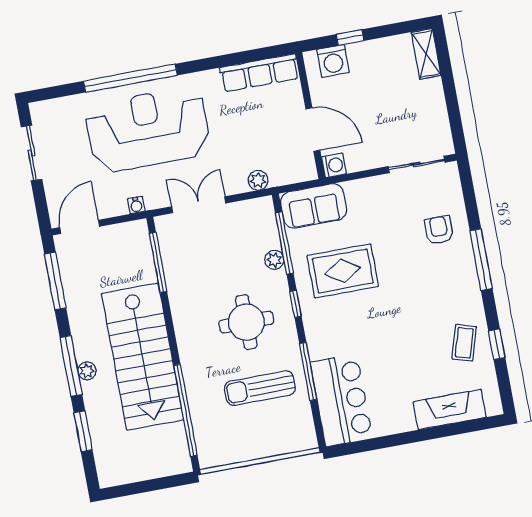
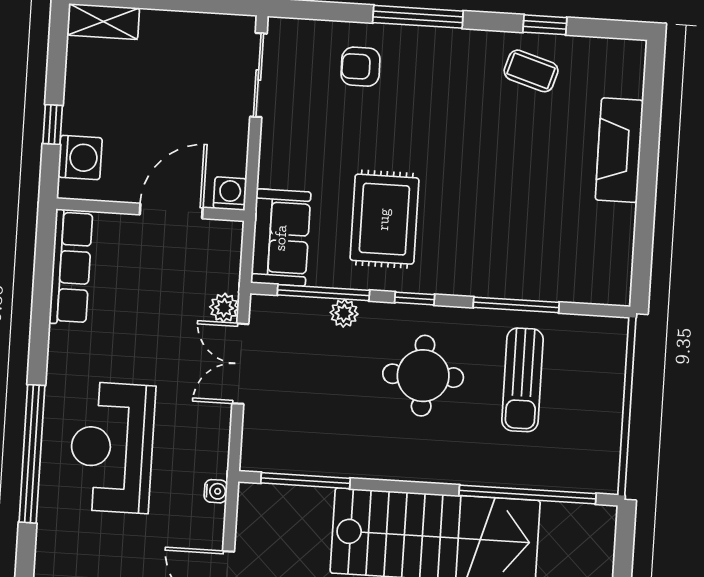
reception desk: (148, 130) -> (112, 447), width x0.74, depth x0.77
double door: (199, 205) -> (240, 364), moved
bar counter: (341, 400) -> (569, 268), removed
fireplace: (450, 409) -> (619, 150), moved

